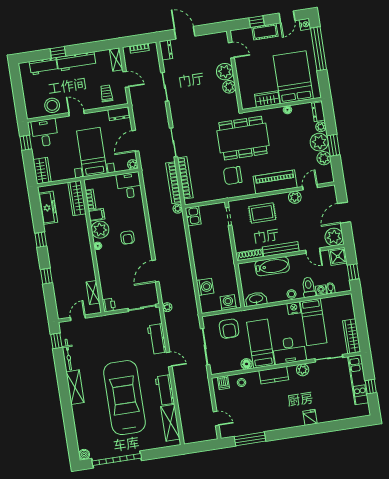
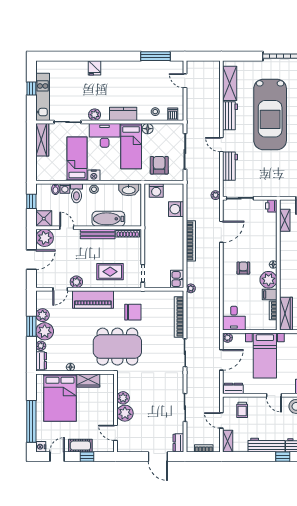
bookcase: (174, 183) -> (191, 241), moved

